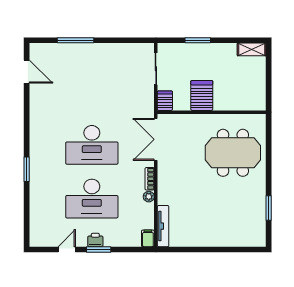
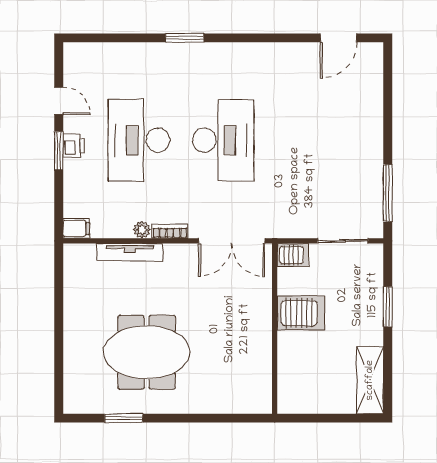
window: (75, 40) -> (388, 193), moved
shelving: (252, 49) -> (370, 380), width x1.50, depth x1.33
double door: (156, 139) -> (232, 241), swing flipped
desk: (92, 145) -> (223, 140), turned 180
meeting table: (233, 153) -> (147, 352), moved, turned 90
tv unit: (163, 226) -> (130, 252), moved

